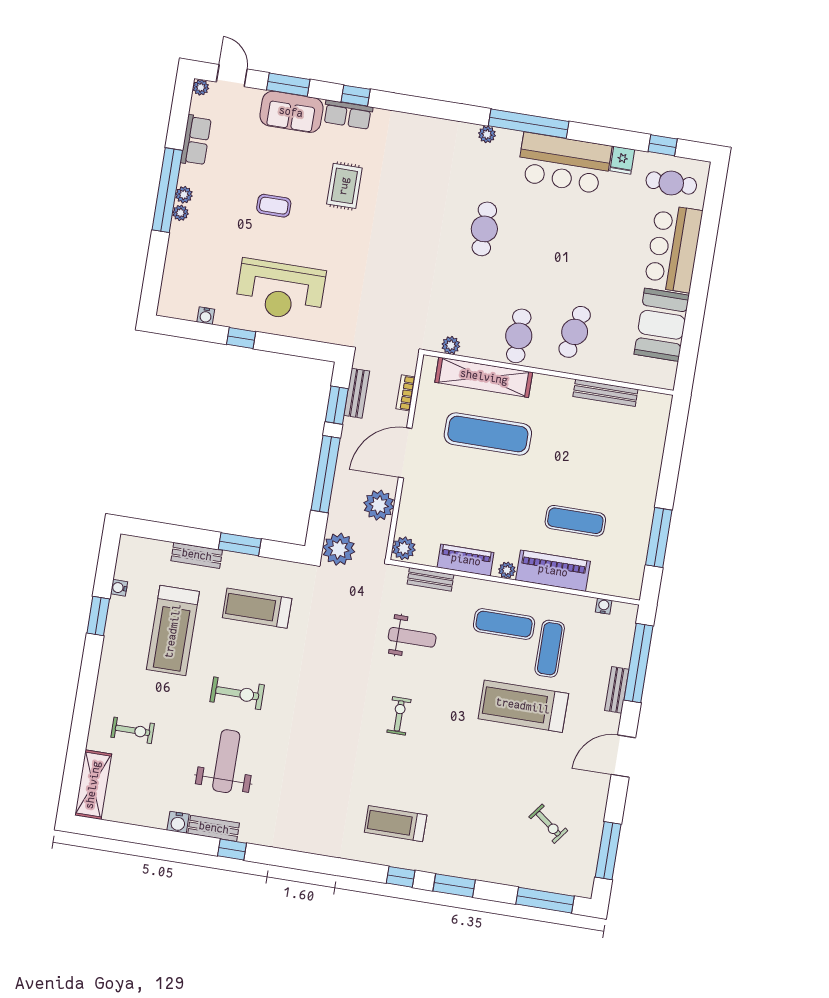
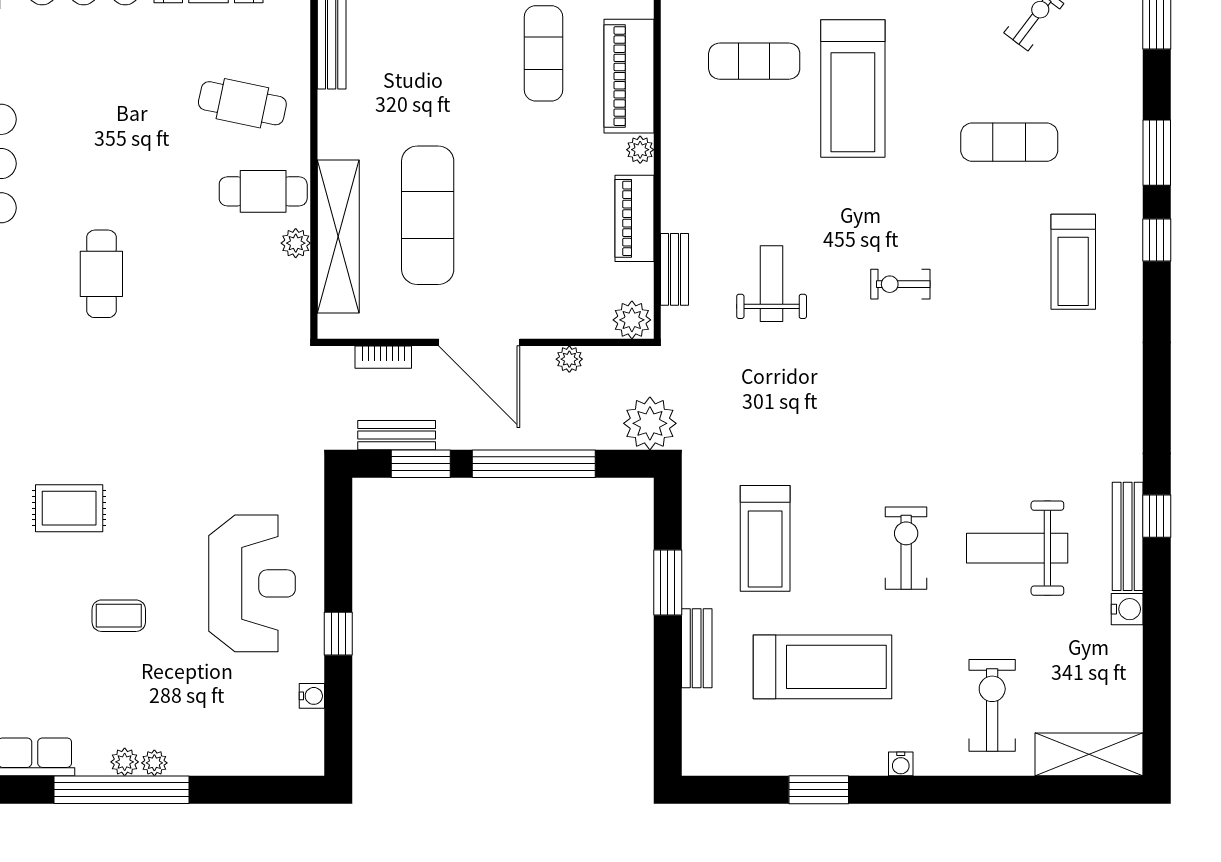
coffee table: (274, 206) -> (119, 616), turned 90
cafe table: (484, 229) -> (101, 274), turned 90
plant: (451, 345) -> (296, 243), moved
plant: (379, 505) -> (569, 359), width x0.53, depth x0.53
water cooler: (119, 588) -> (901, 764), moved
exercise mat: (504, 624) -> (1009, 142), moved, turned 90
exercise bike: (133, 730) -> (992, 705), width x1.38, depth x1.39
bench: (214, 828) -> (1128, 536), width x1.36

